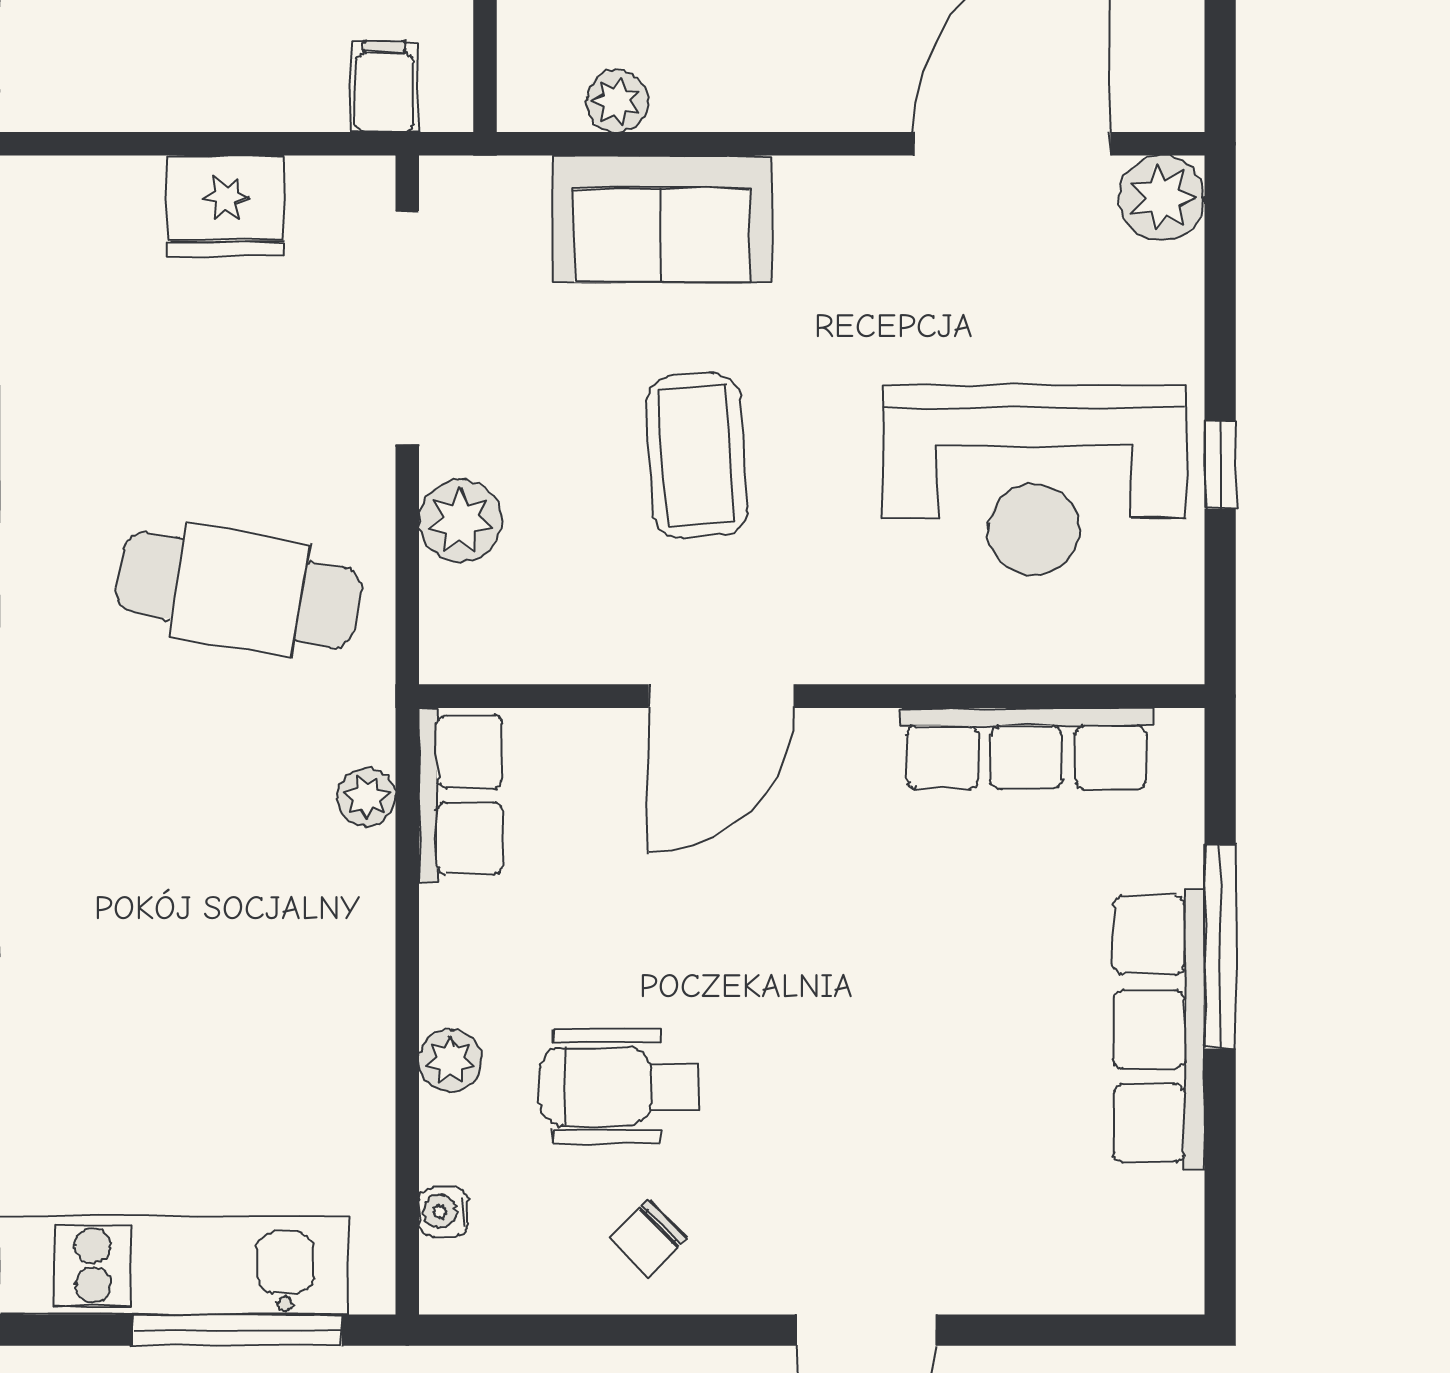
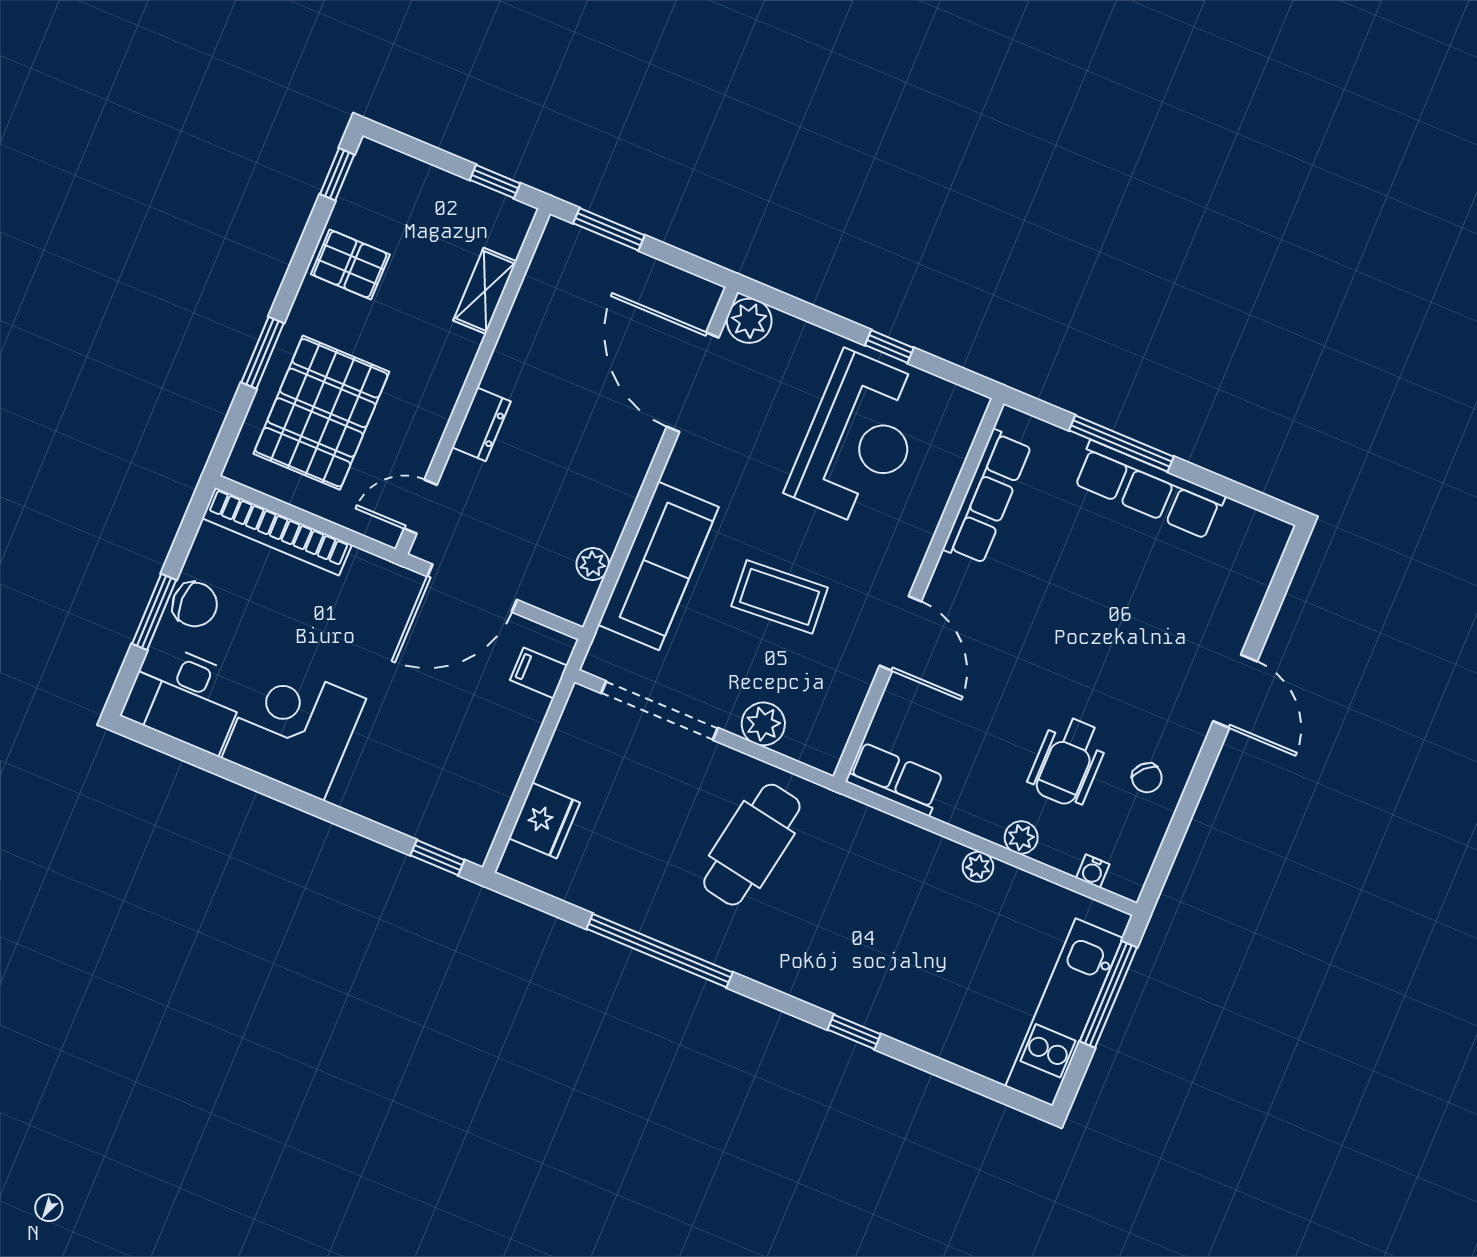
fridge: (226, 205) -> (544, 820), moved
sofa: (662, 219) -> (658, 566), width x1.36
plant: (366, 797) -> (978, 867), moved

